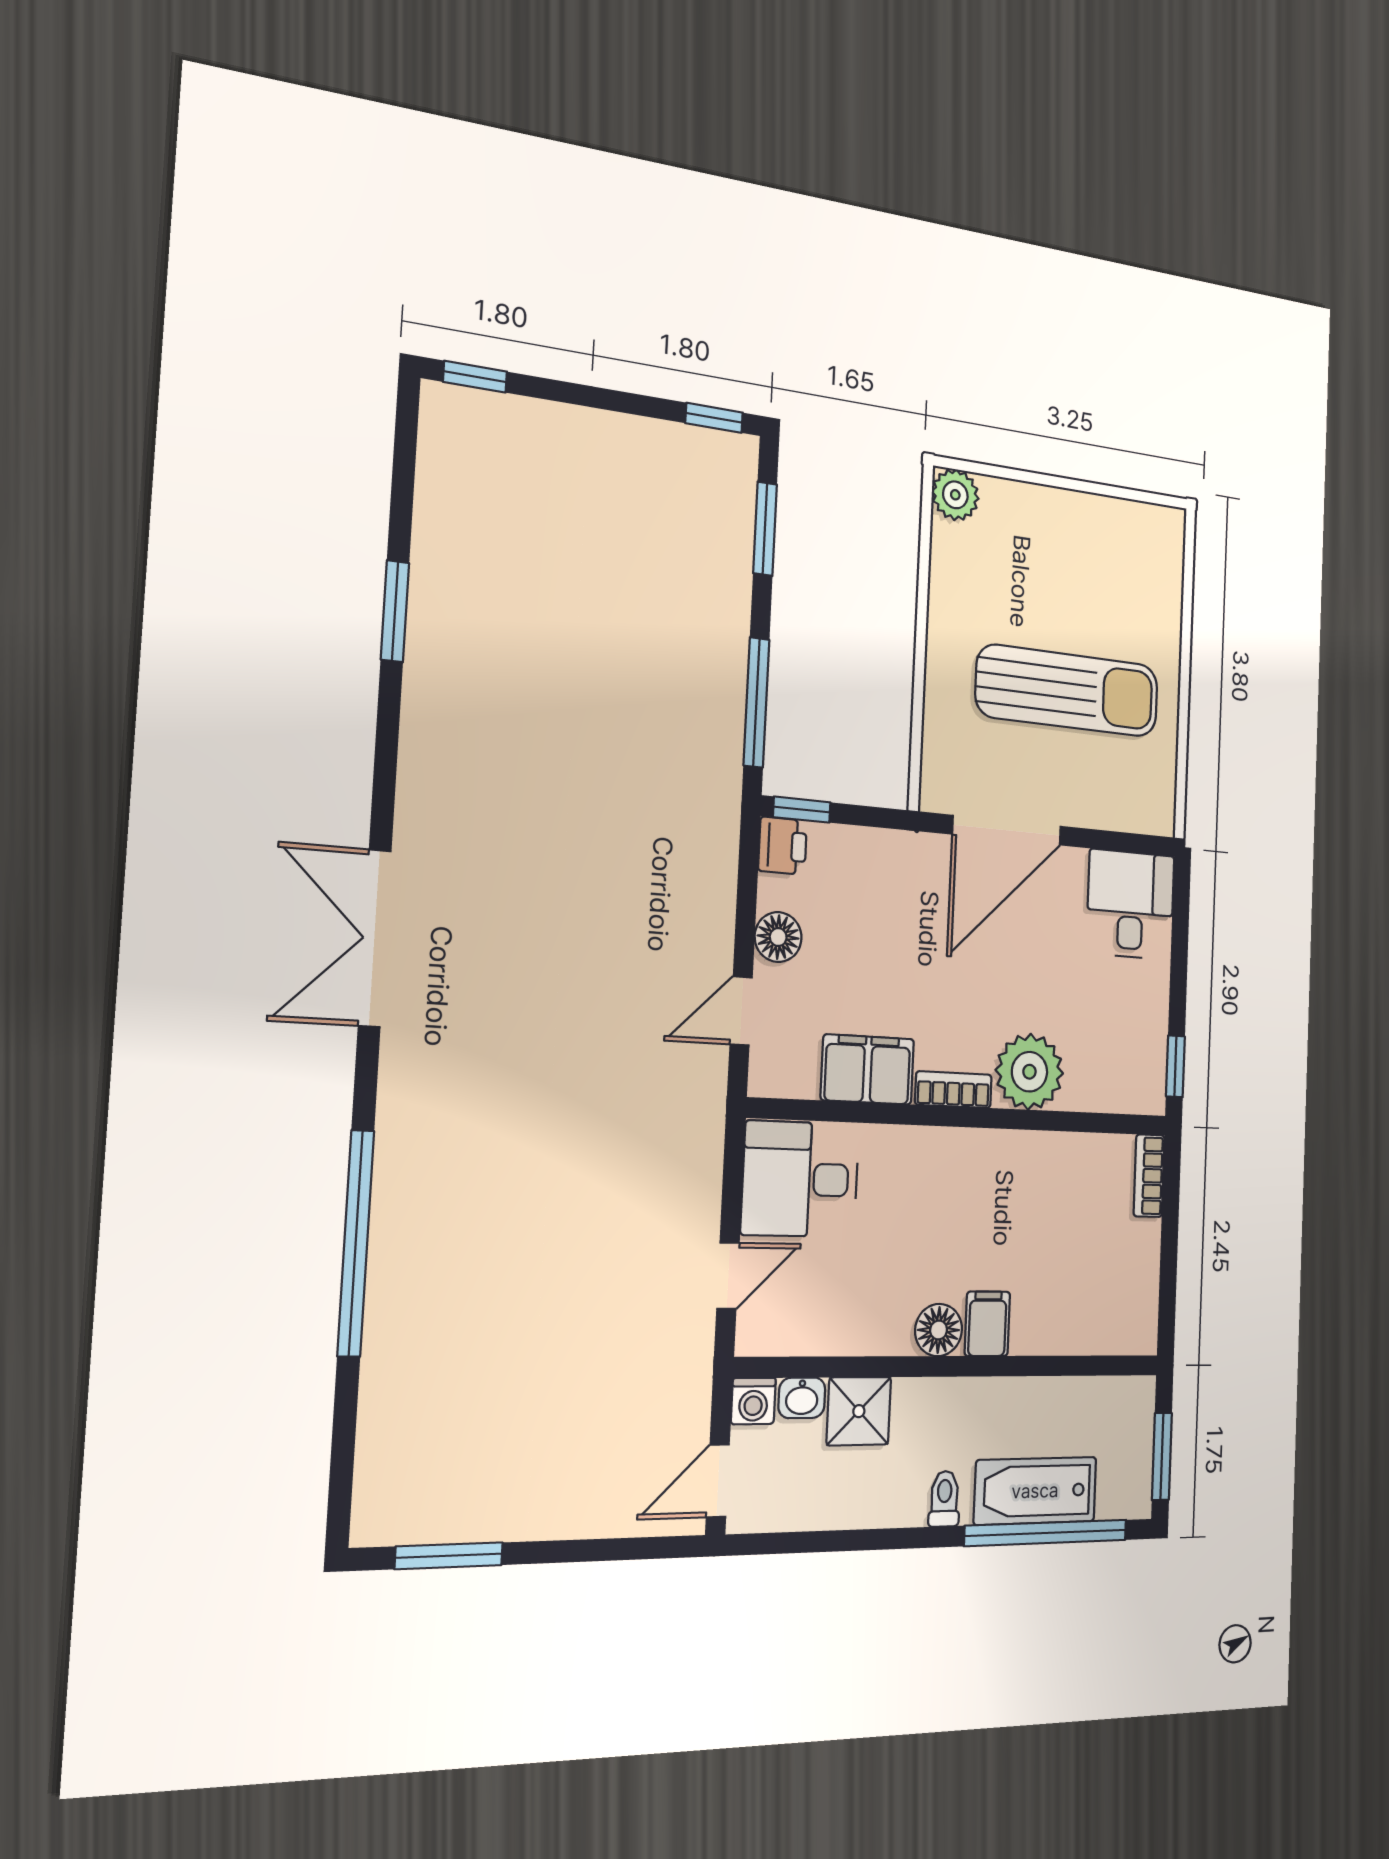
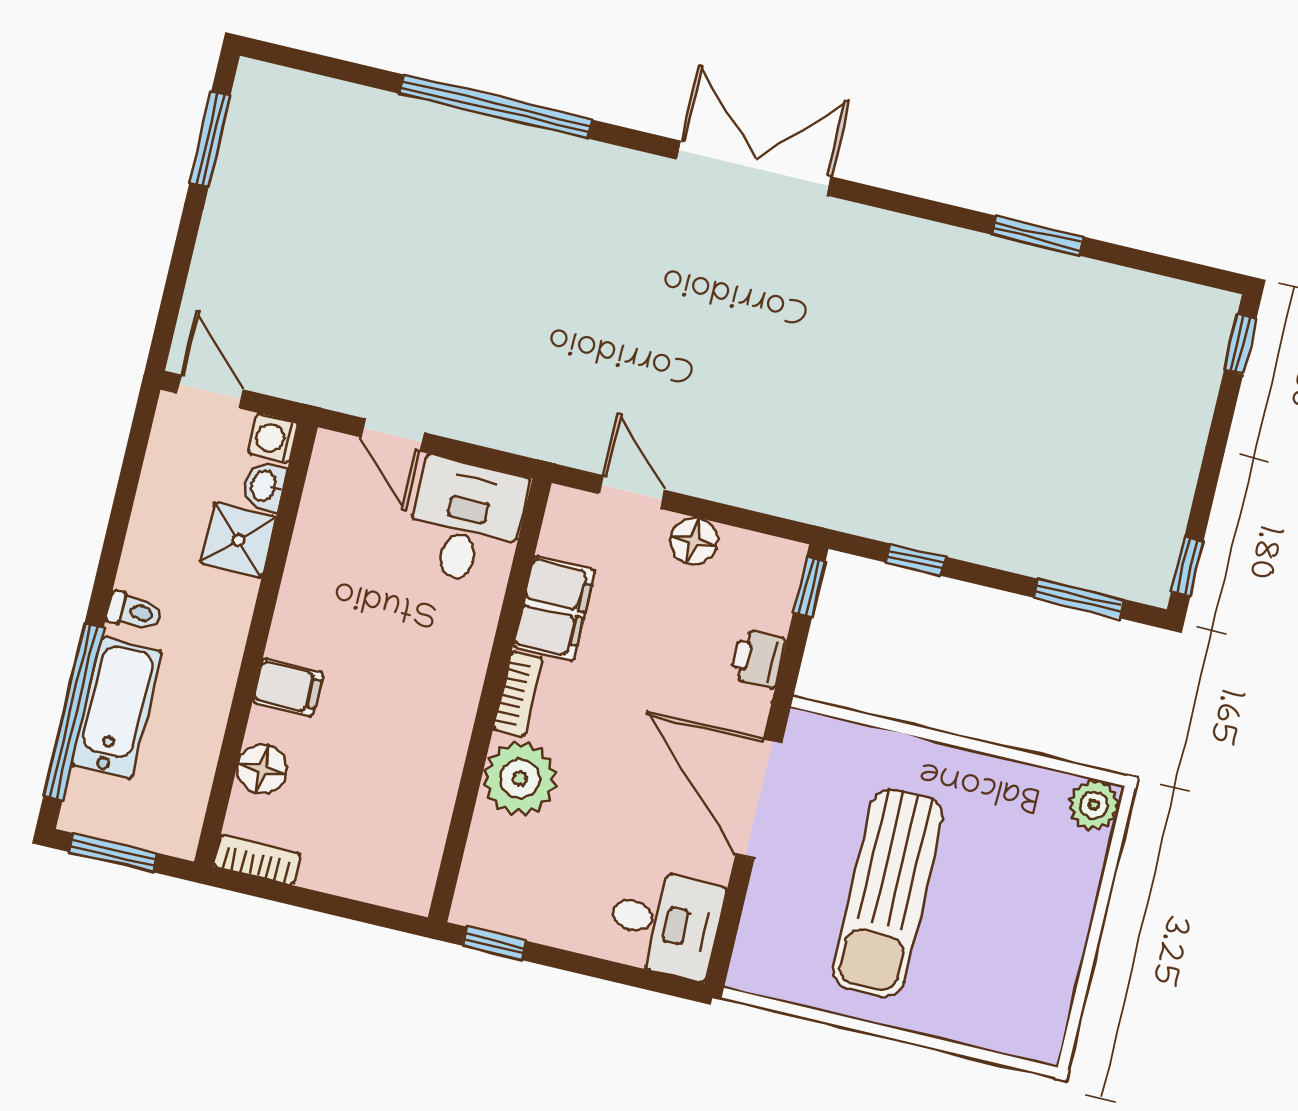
window: (756, 702) -> (916, 560), width x0.46
printer: (783, 846) -> (758, 659), moved, turned 90
bookcase: (1149, 1176) -> (257, 860), moved
floor lamp: (939, 1330) -> (262, 769), moved

